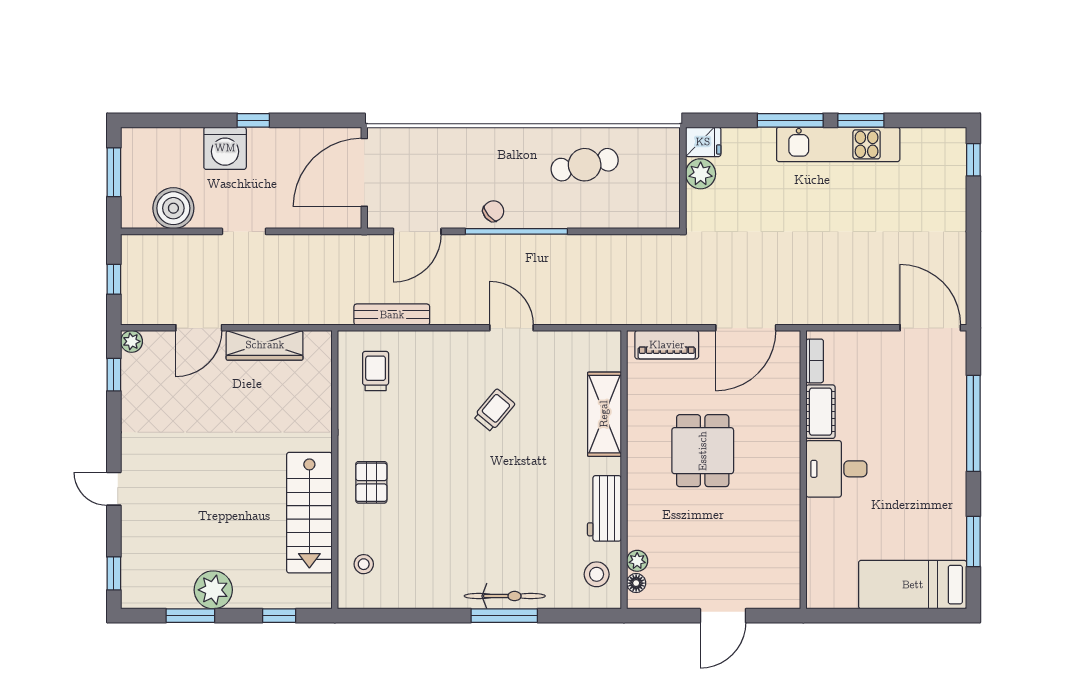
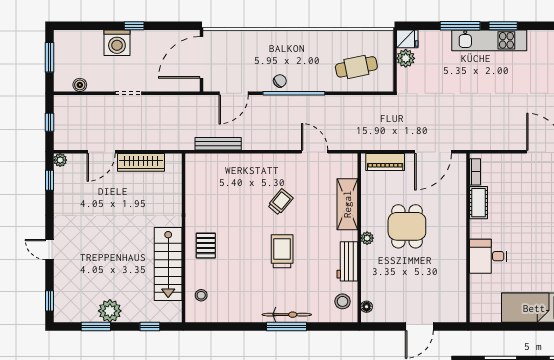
cafe table: (585, 165) -> (356, 67), moved
boiler: (173, 208) -> (80, 85), width x0.54, depth x0.54
door: (512, 328) -> (315, 152), moved
trolley: (376, 371) -> (282, 251), moved, width x1.36, depth x1.39
desk: (836, 469) -> (488, 256), moved
plant: (637, 561) -> (367, 238), moved

